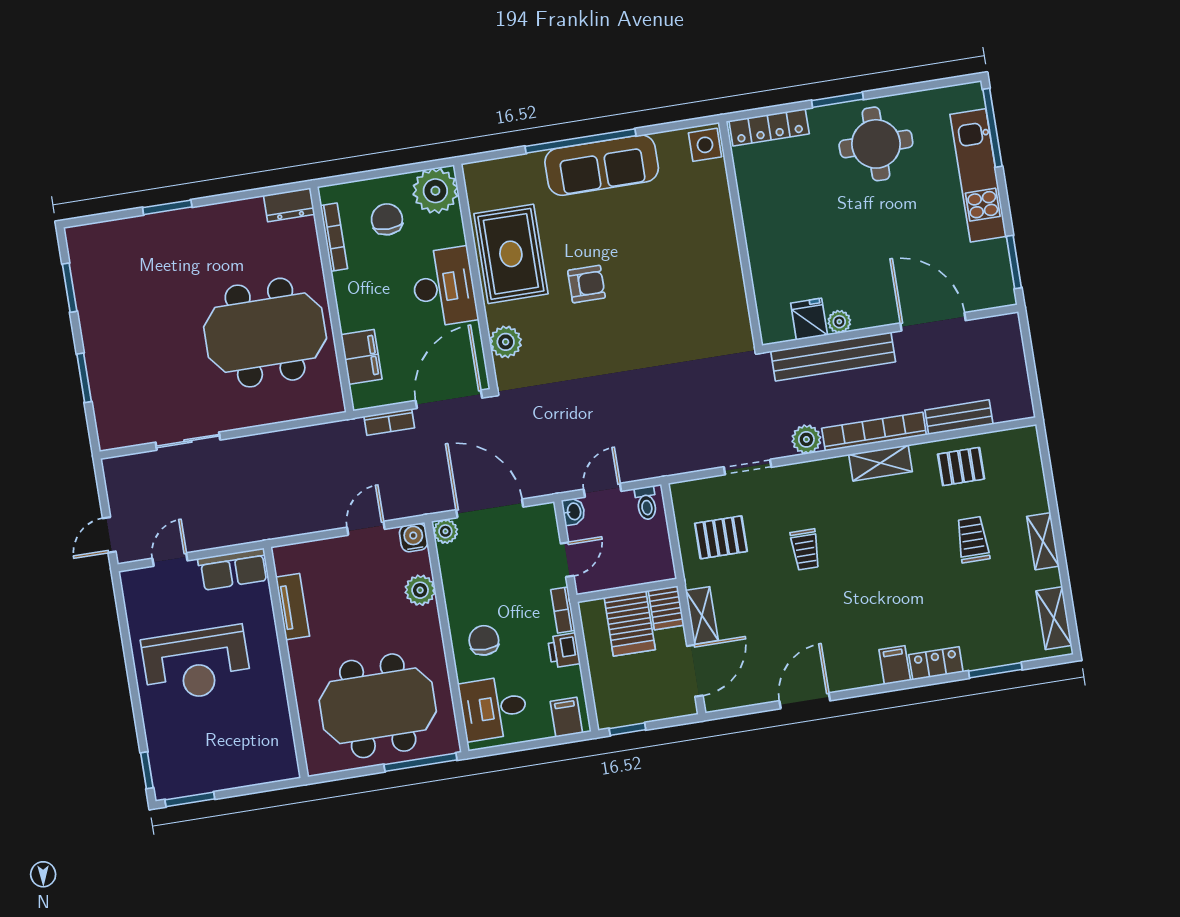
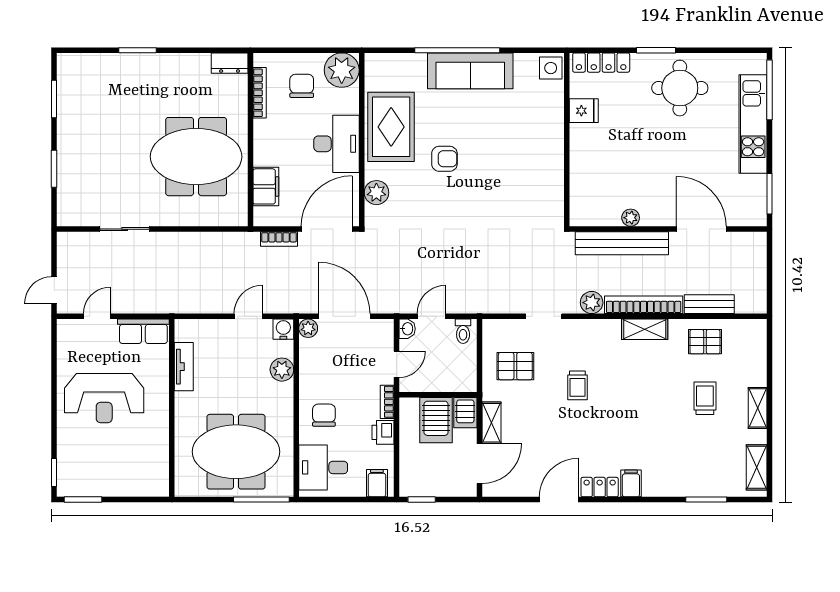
fridge: (809, 319) -> (584, 111), moved, turned 90
locker: (936, 663) -> (600, 487), moved

